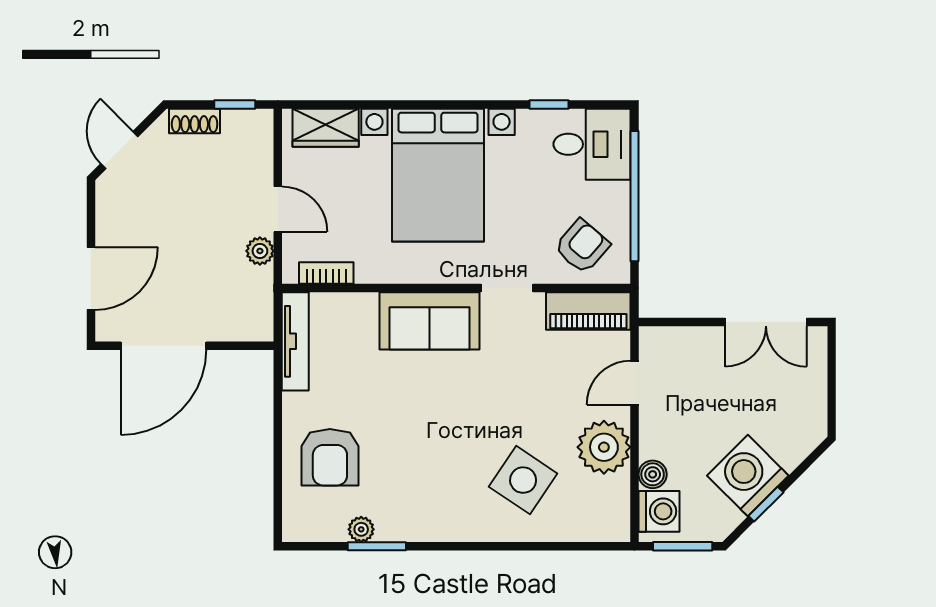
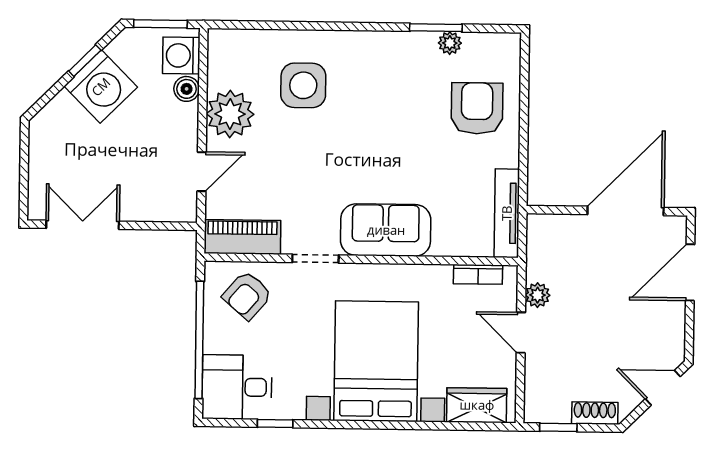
door: (119, 150) -> (663, 388), swing flipped
side table: (523, 480) -> (303, 85), turned -34

